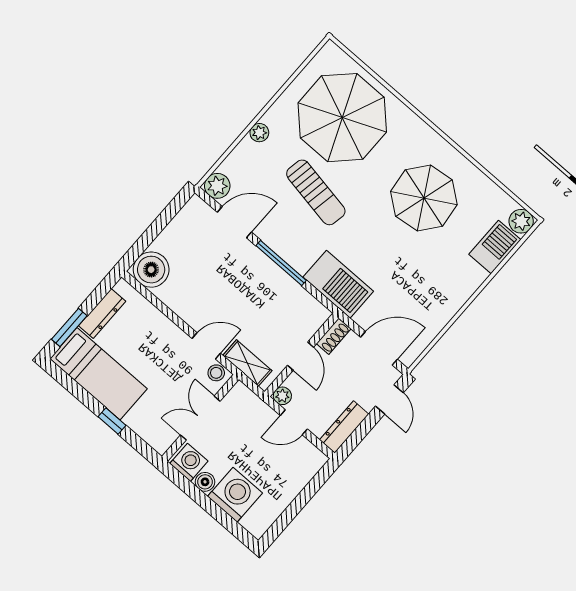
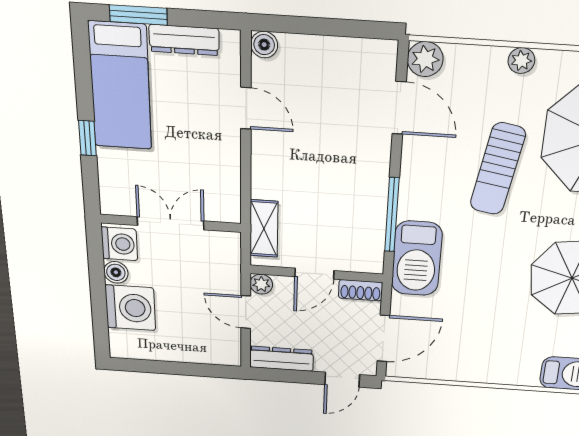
window: (281, 263) -> (392, 215), moved
boiler: (151, 270) -> (264, 45), width x0.54, depth x0.54
door: (206, 346) -> (246, 108), moved
door: (379, 348) -> (383, 338), hinge flipped
stool: (216, 373) -> (228, 206), removed

